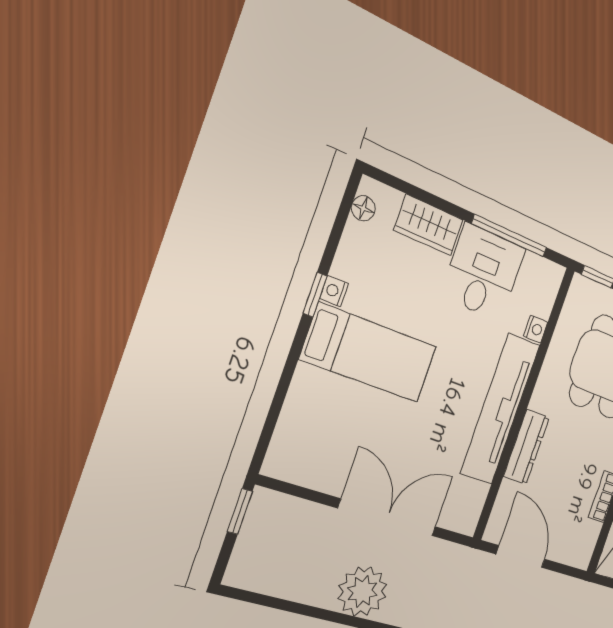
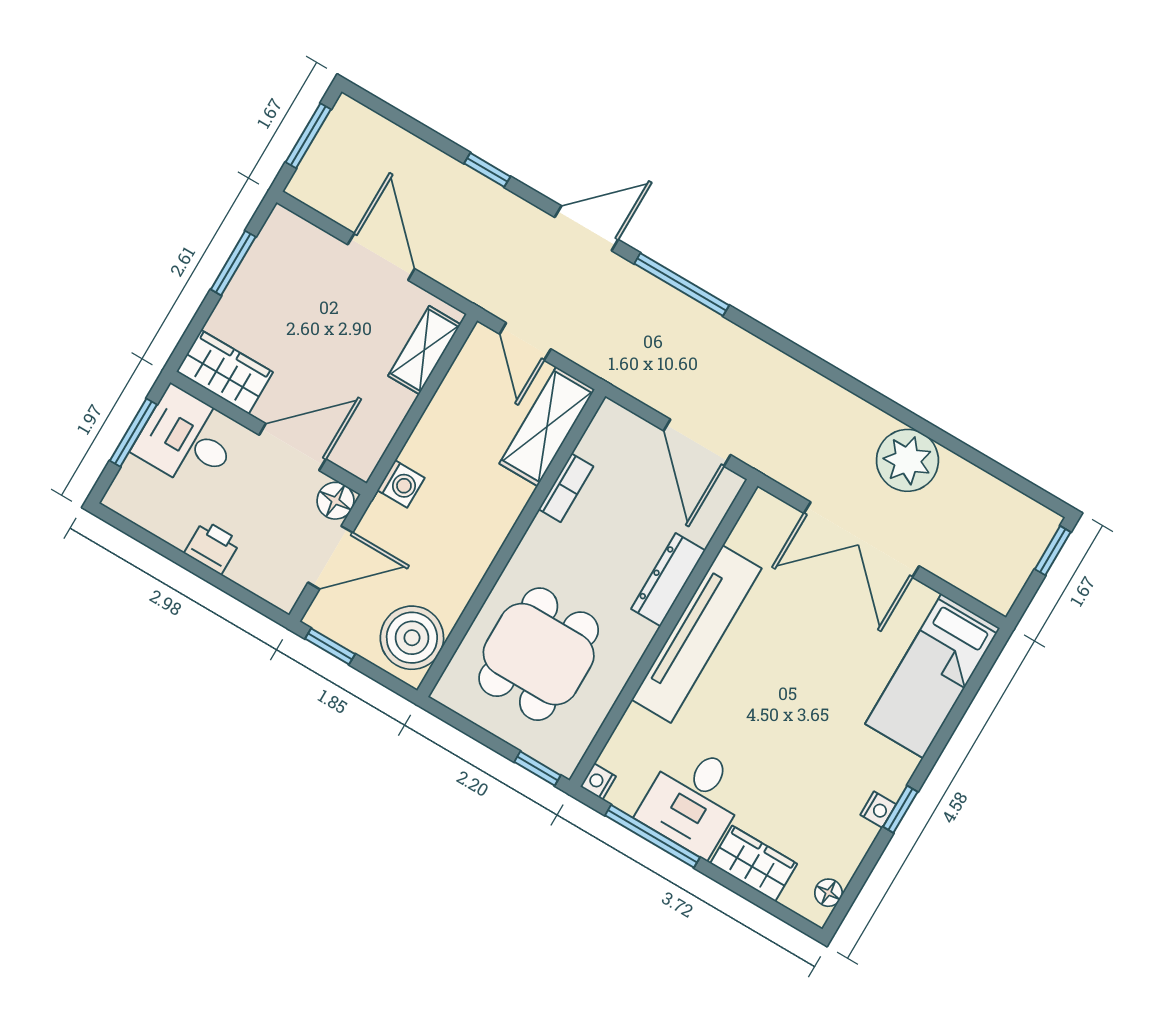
nightstand: (536, 329) -> (598, 782), moved
bed: (369, 353) -> (932, 676), moved, turned -90
window: (240, 511) -> (1053, 551), moved

